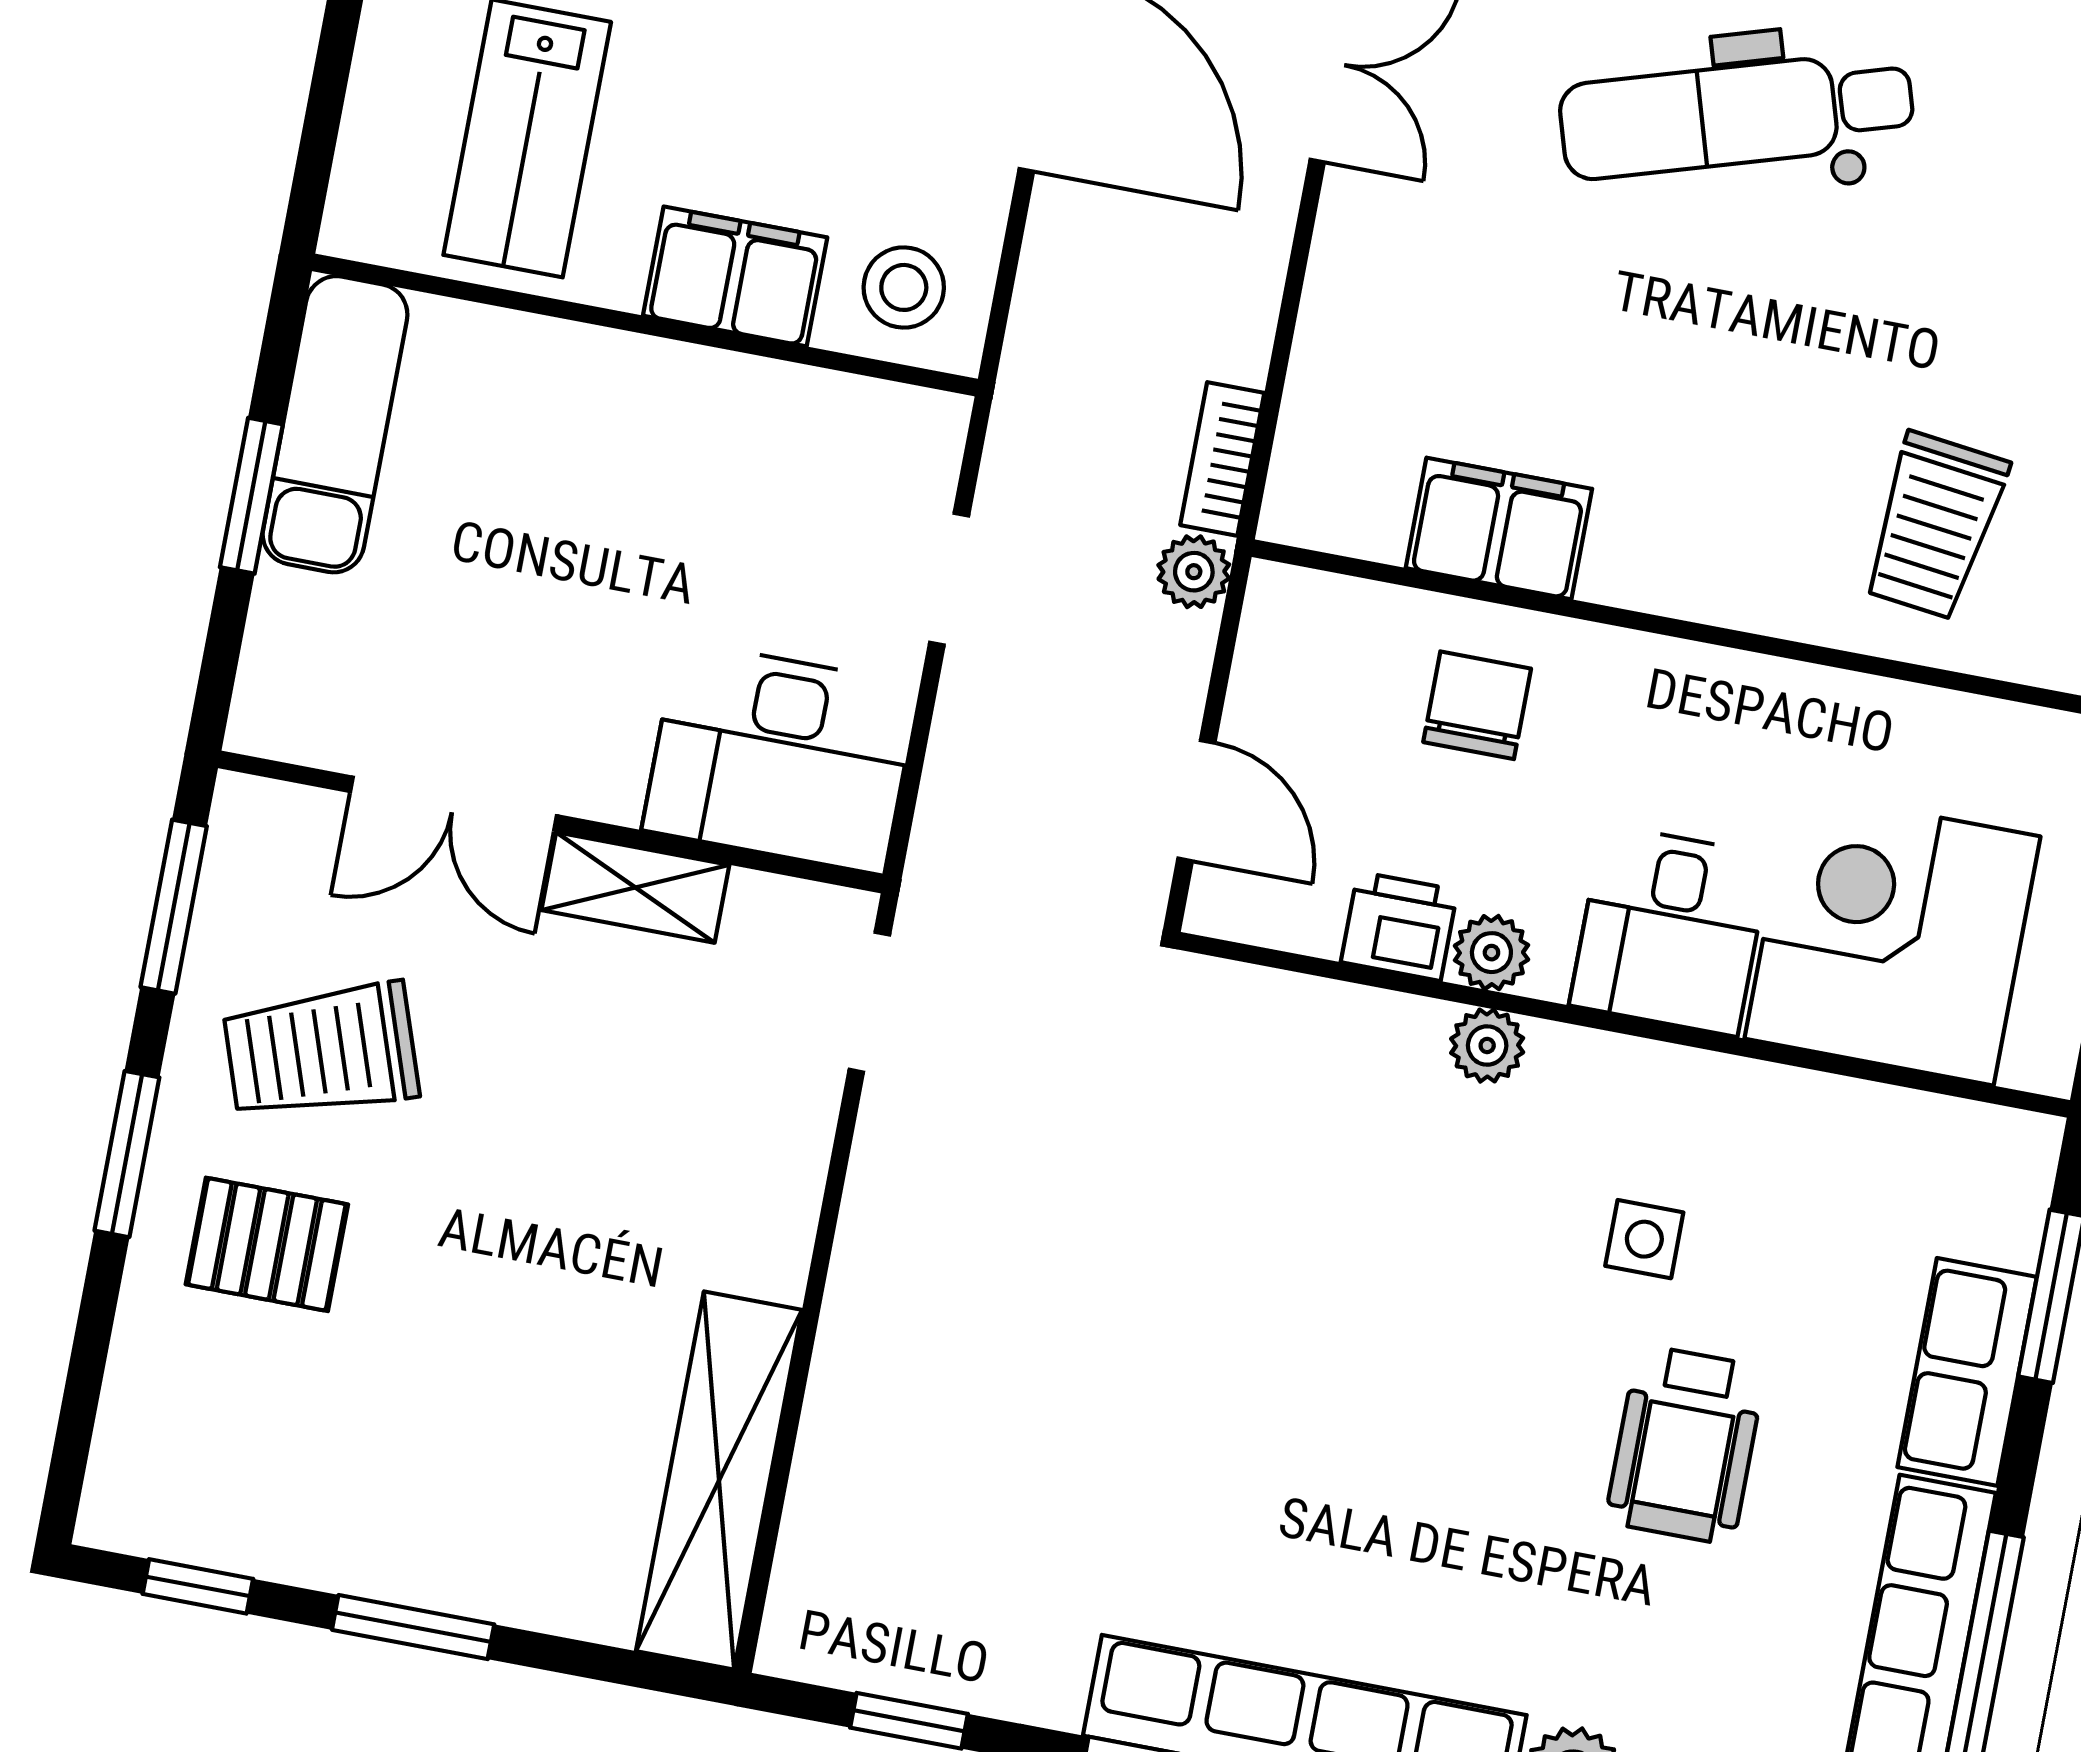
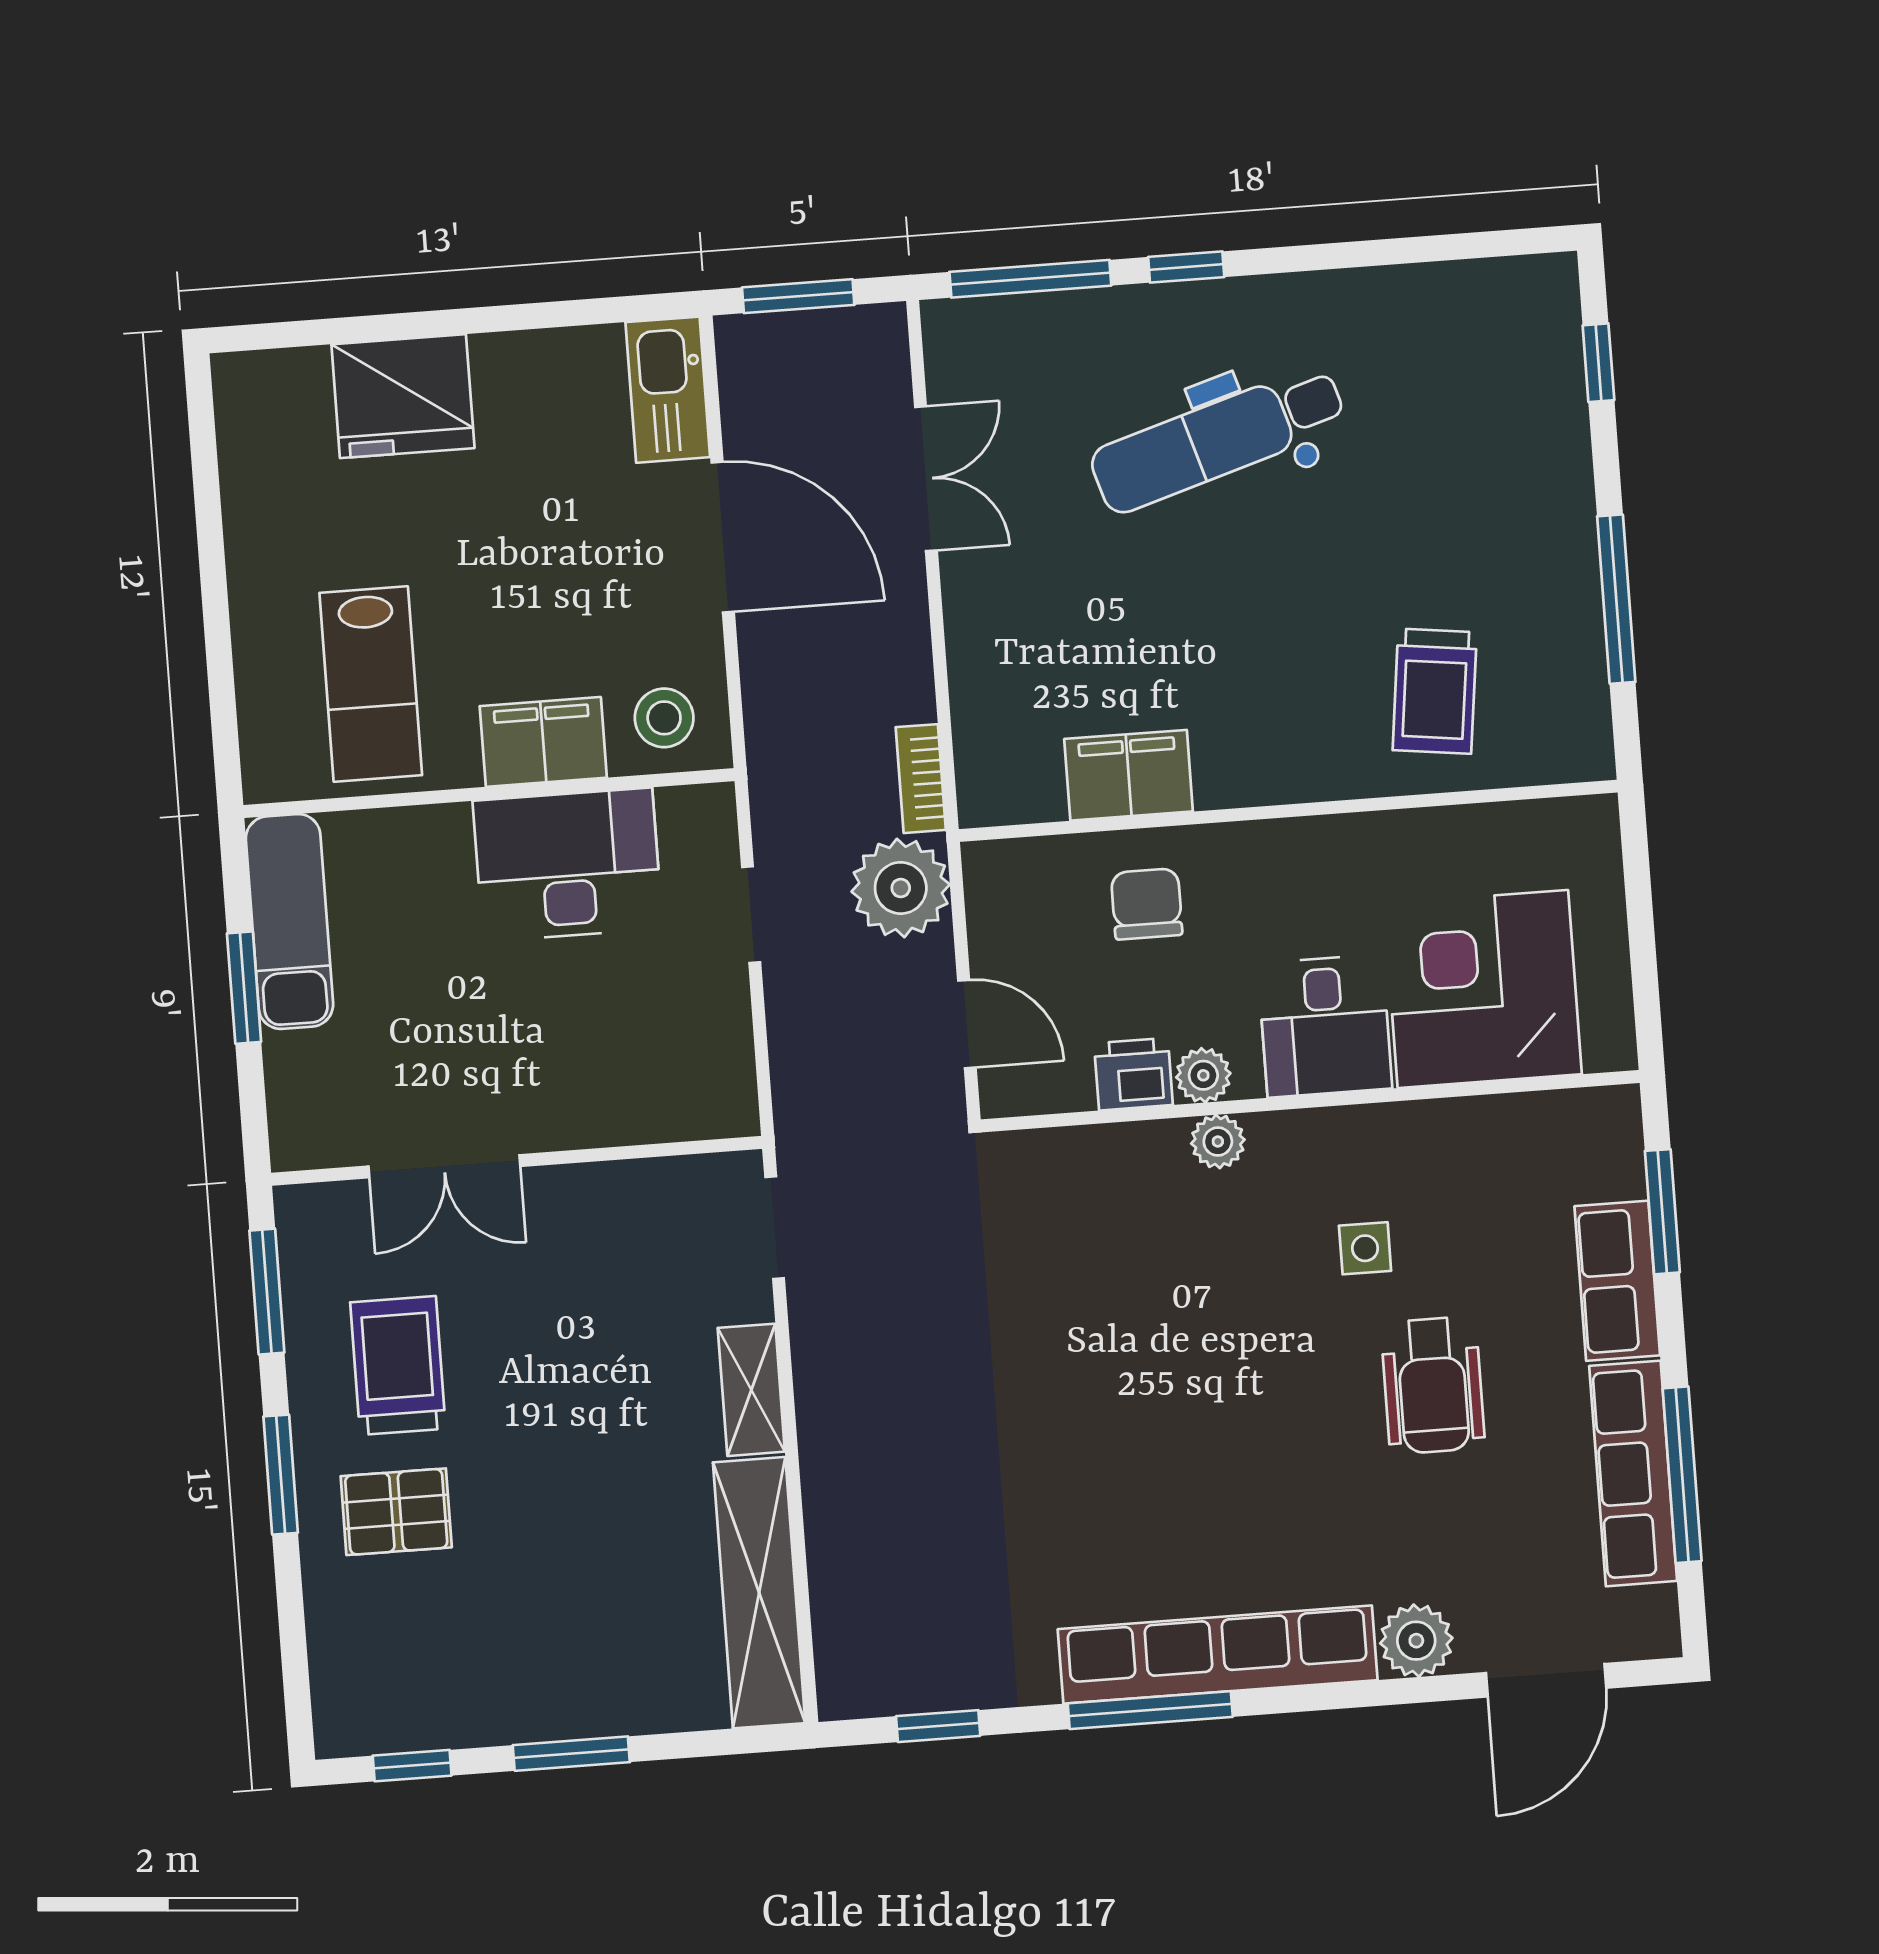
plant: (1194, 572) -> (901, 888), width x1.87, depth x1.87
desk: (781, 758) -> (568, 865), moved, turned 180
shelving: (635, 887) -> (751, 1390), moved, turned 90
trolley: (321, 1051) -> (398, 1366), turned 109

